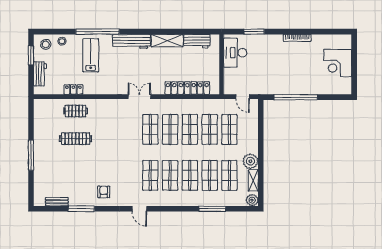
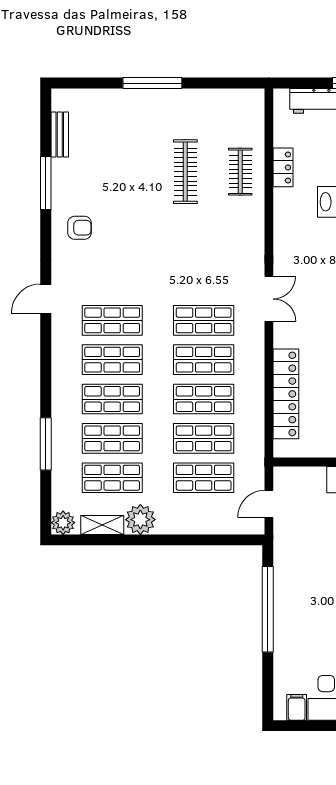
filing cabinet: (345, 83) -> (297, 707), added

